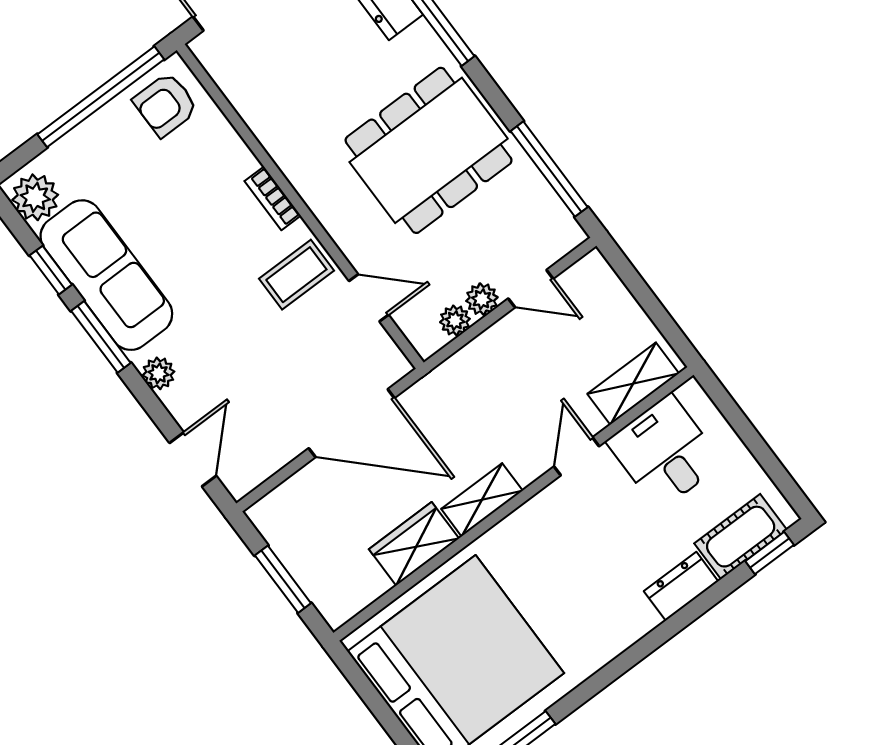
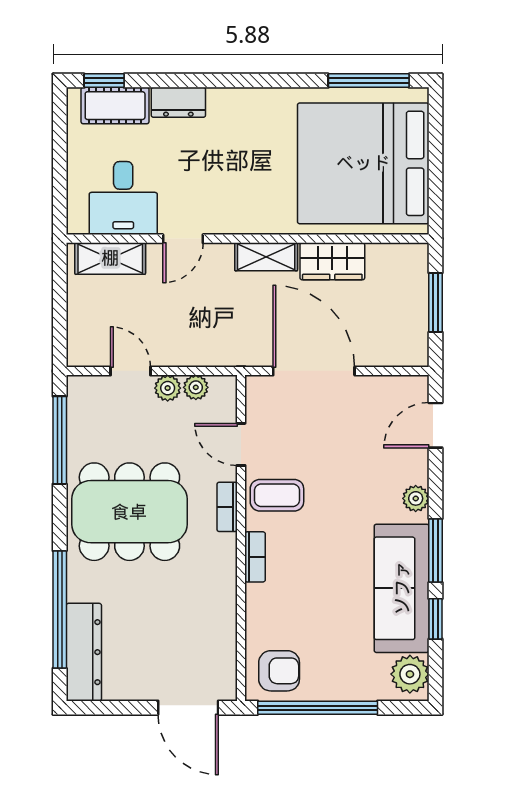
bookcase: (337, 227) -> (227, 507), added

